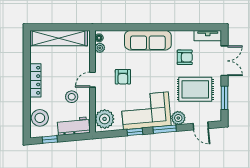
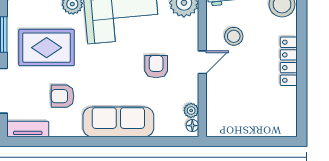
shelving: (59, 38) -> (254, 125), removed

